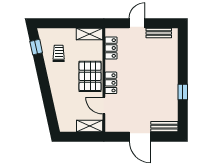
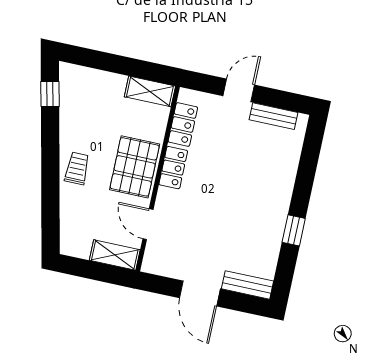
trolley: (59, 53) -> (77, 168), moved
locker: (111, 83) -> (173, 168), moved

